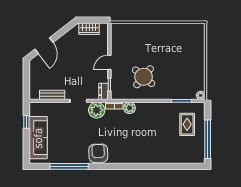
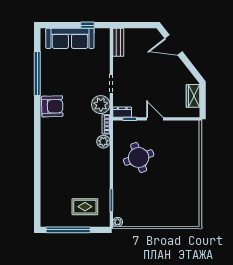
round table: (144, 77) -> (139, 158), turned 31
bench: (52, 95) -> (118, 42), moved

